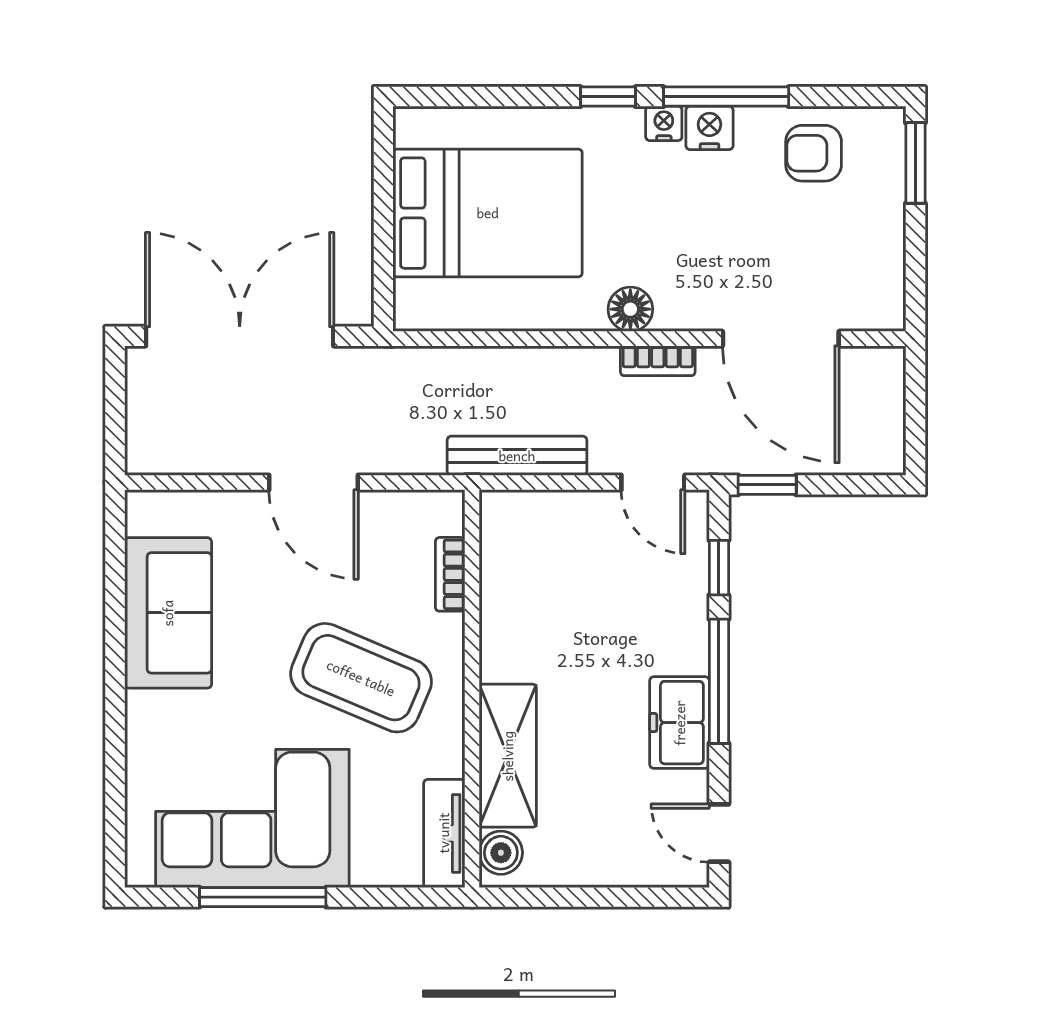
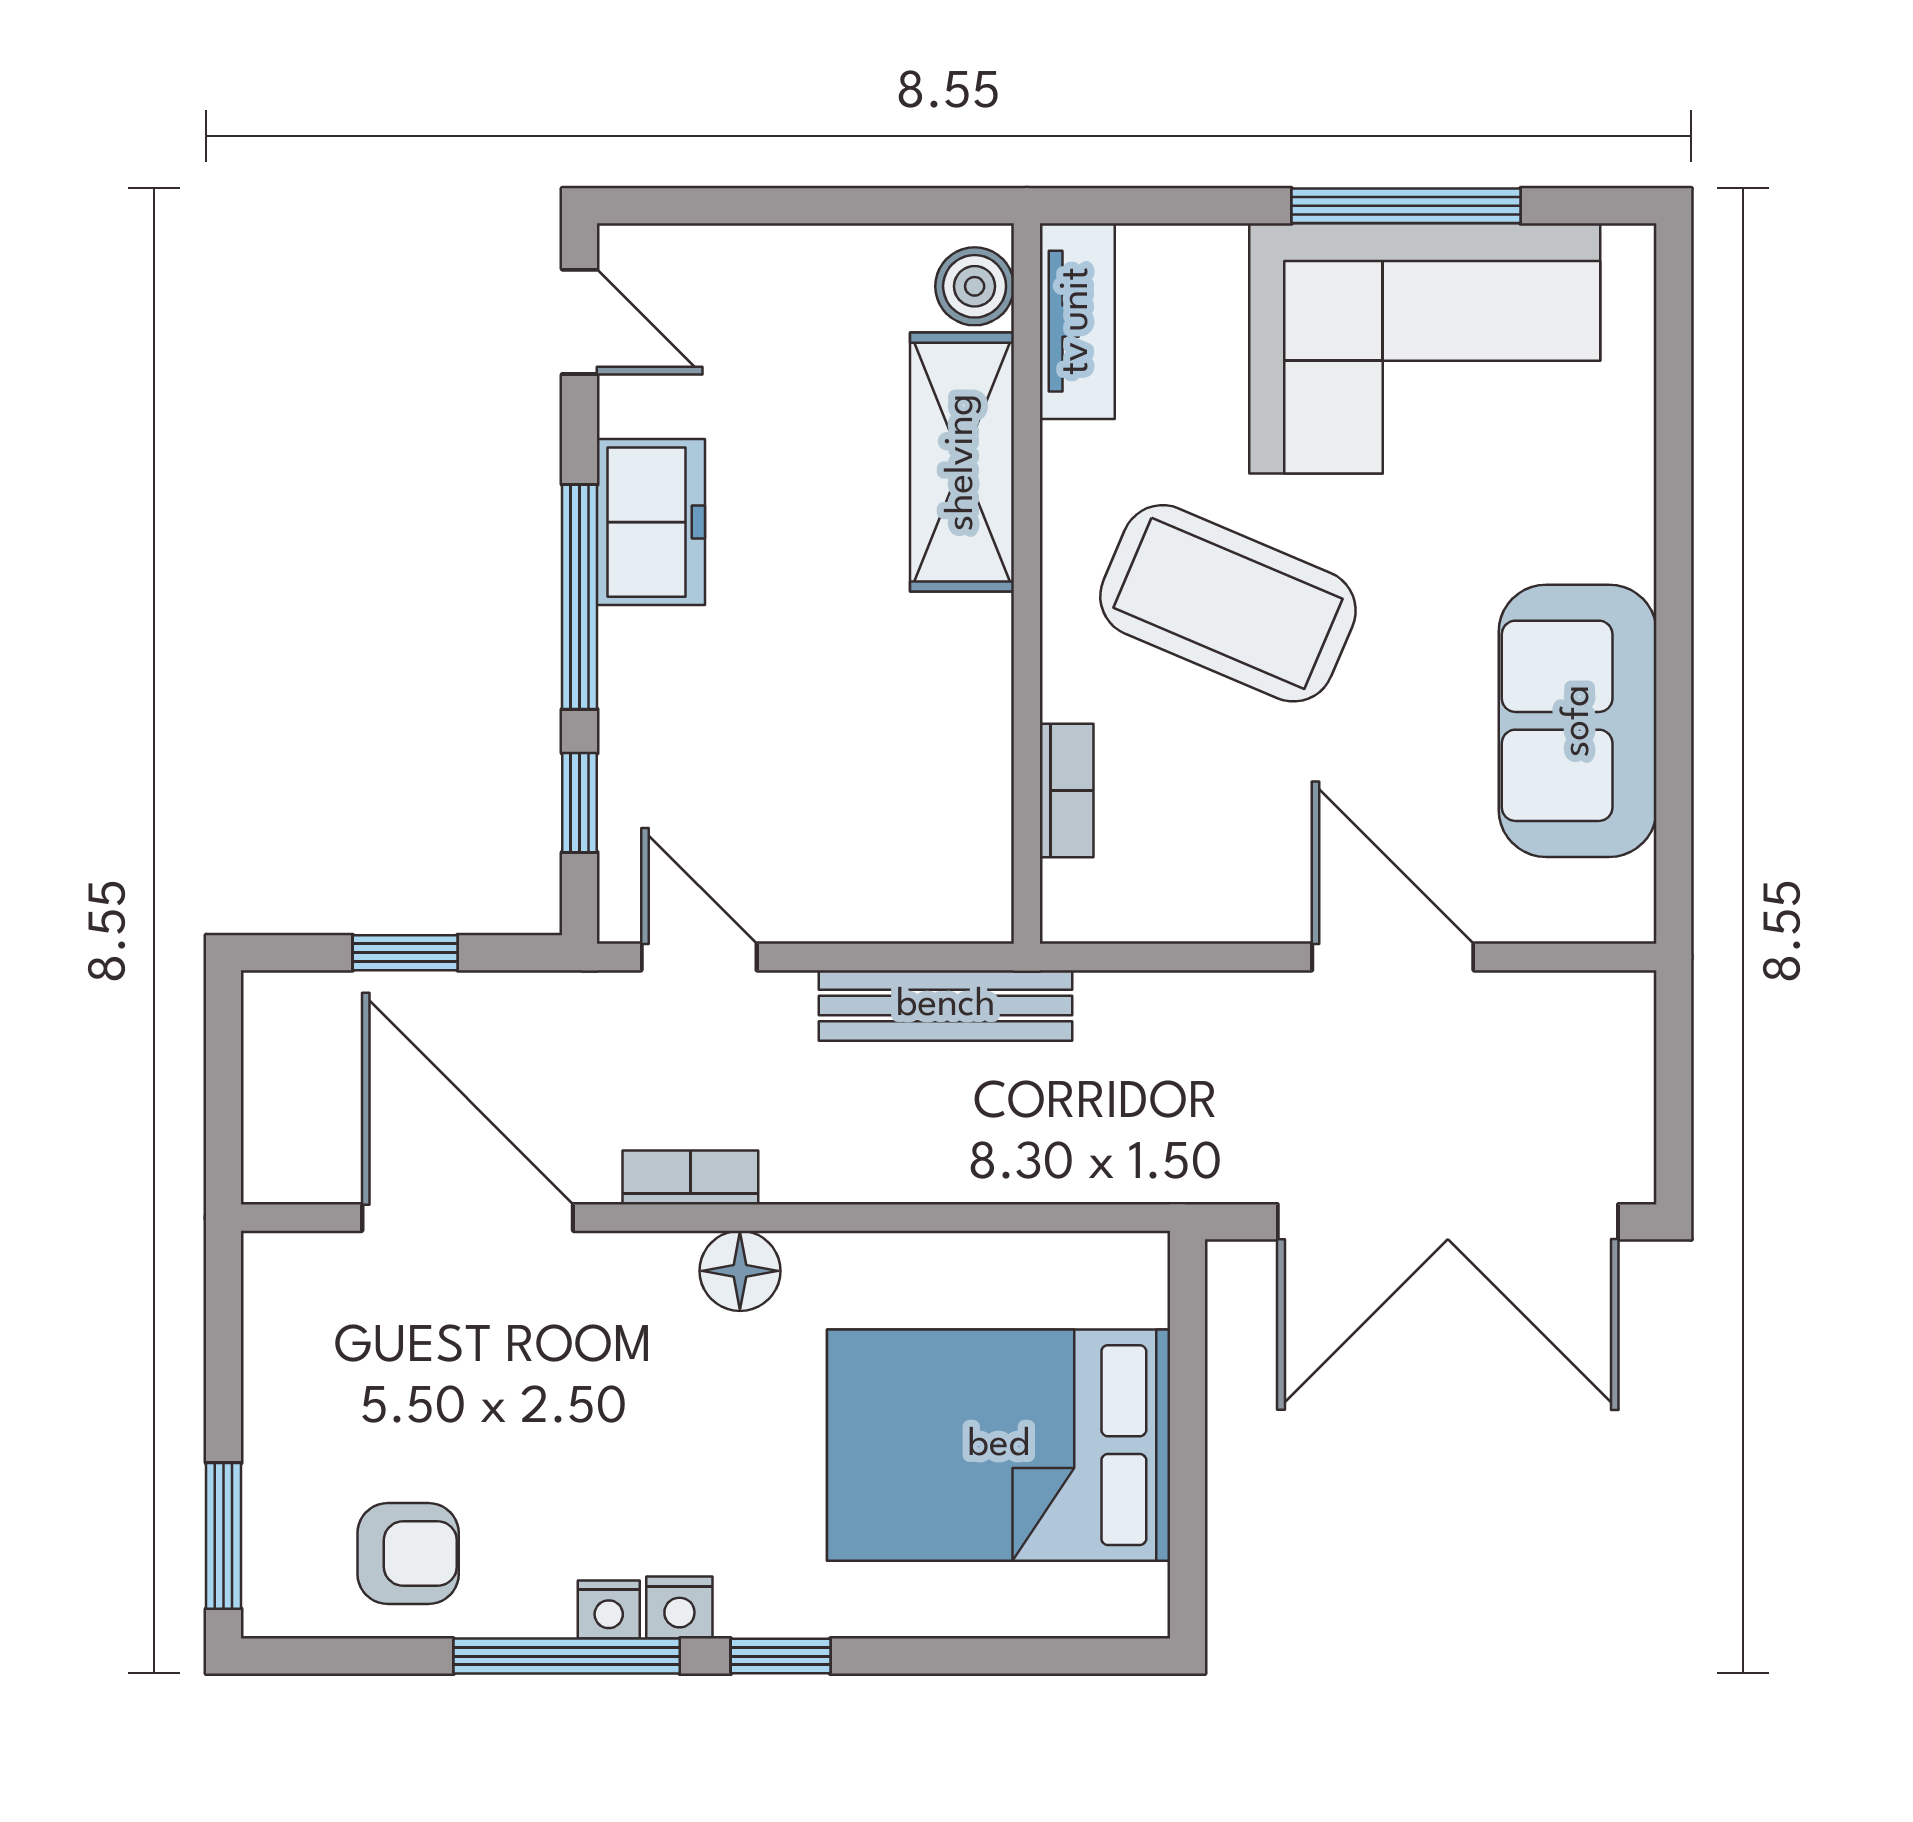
nightstand: (709, 128) -> (609, 1610), width x0.72, depth x0.74
door: (314, 482) -> (1393, 957), moved
window: (767, 485) -> (405, 953), moved

